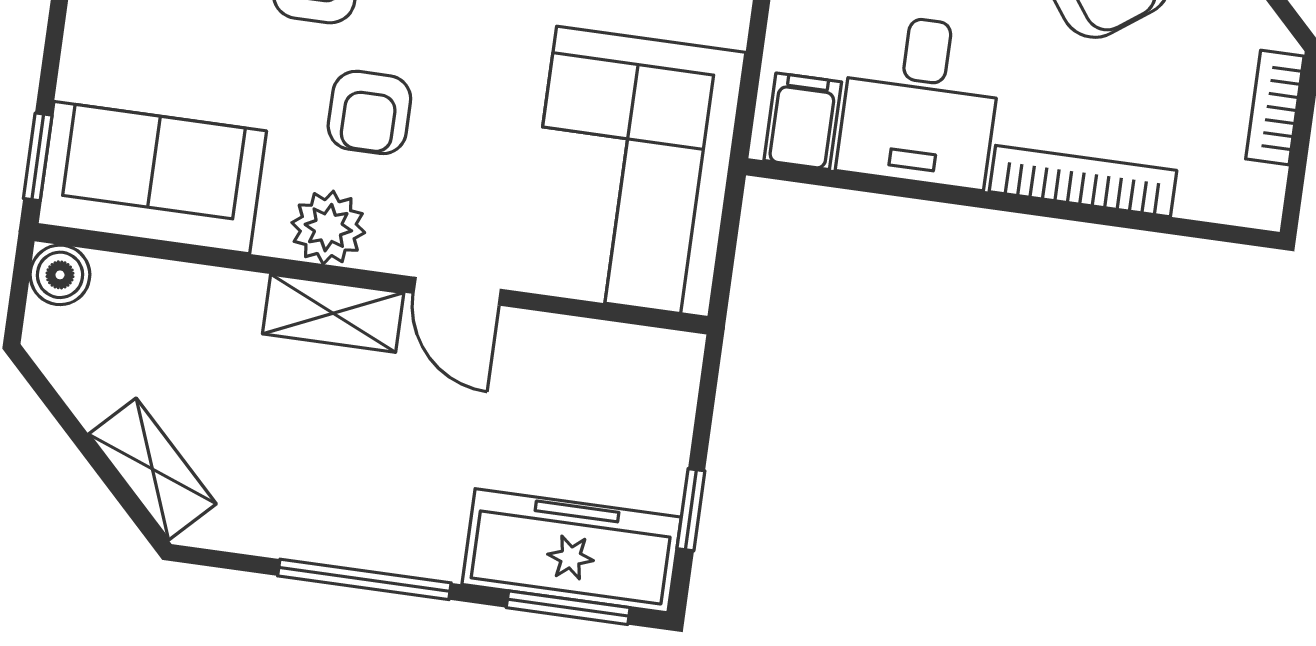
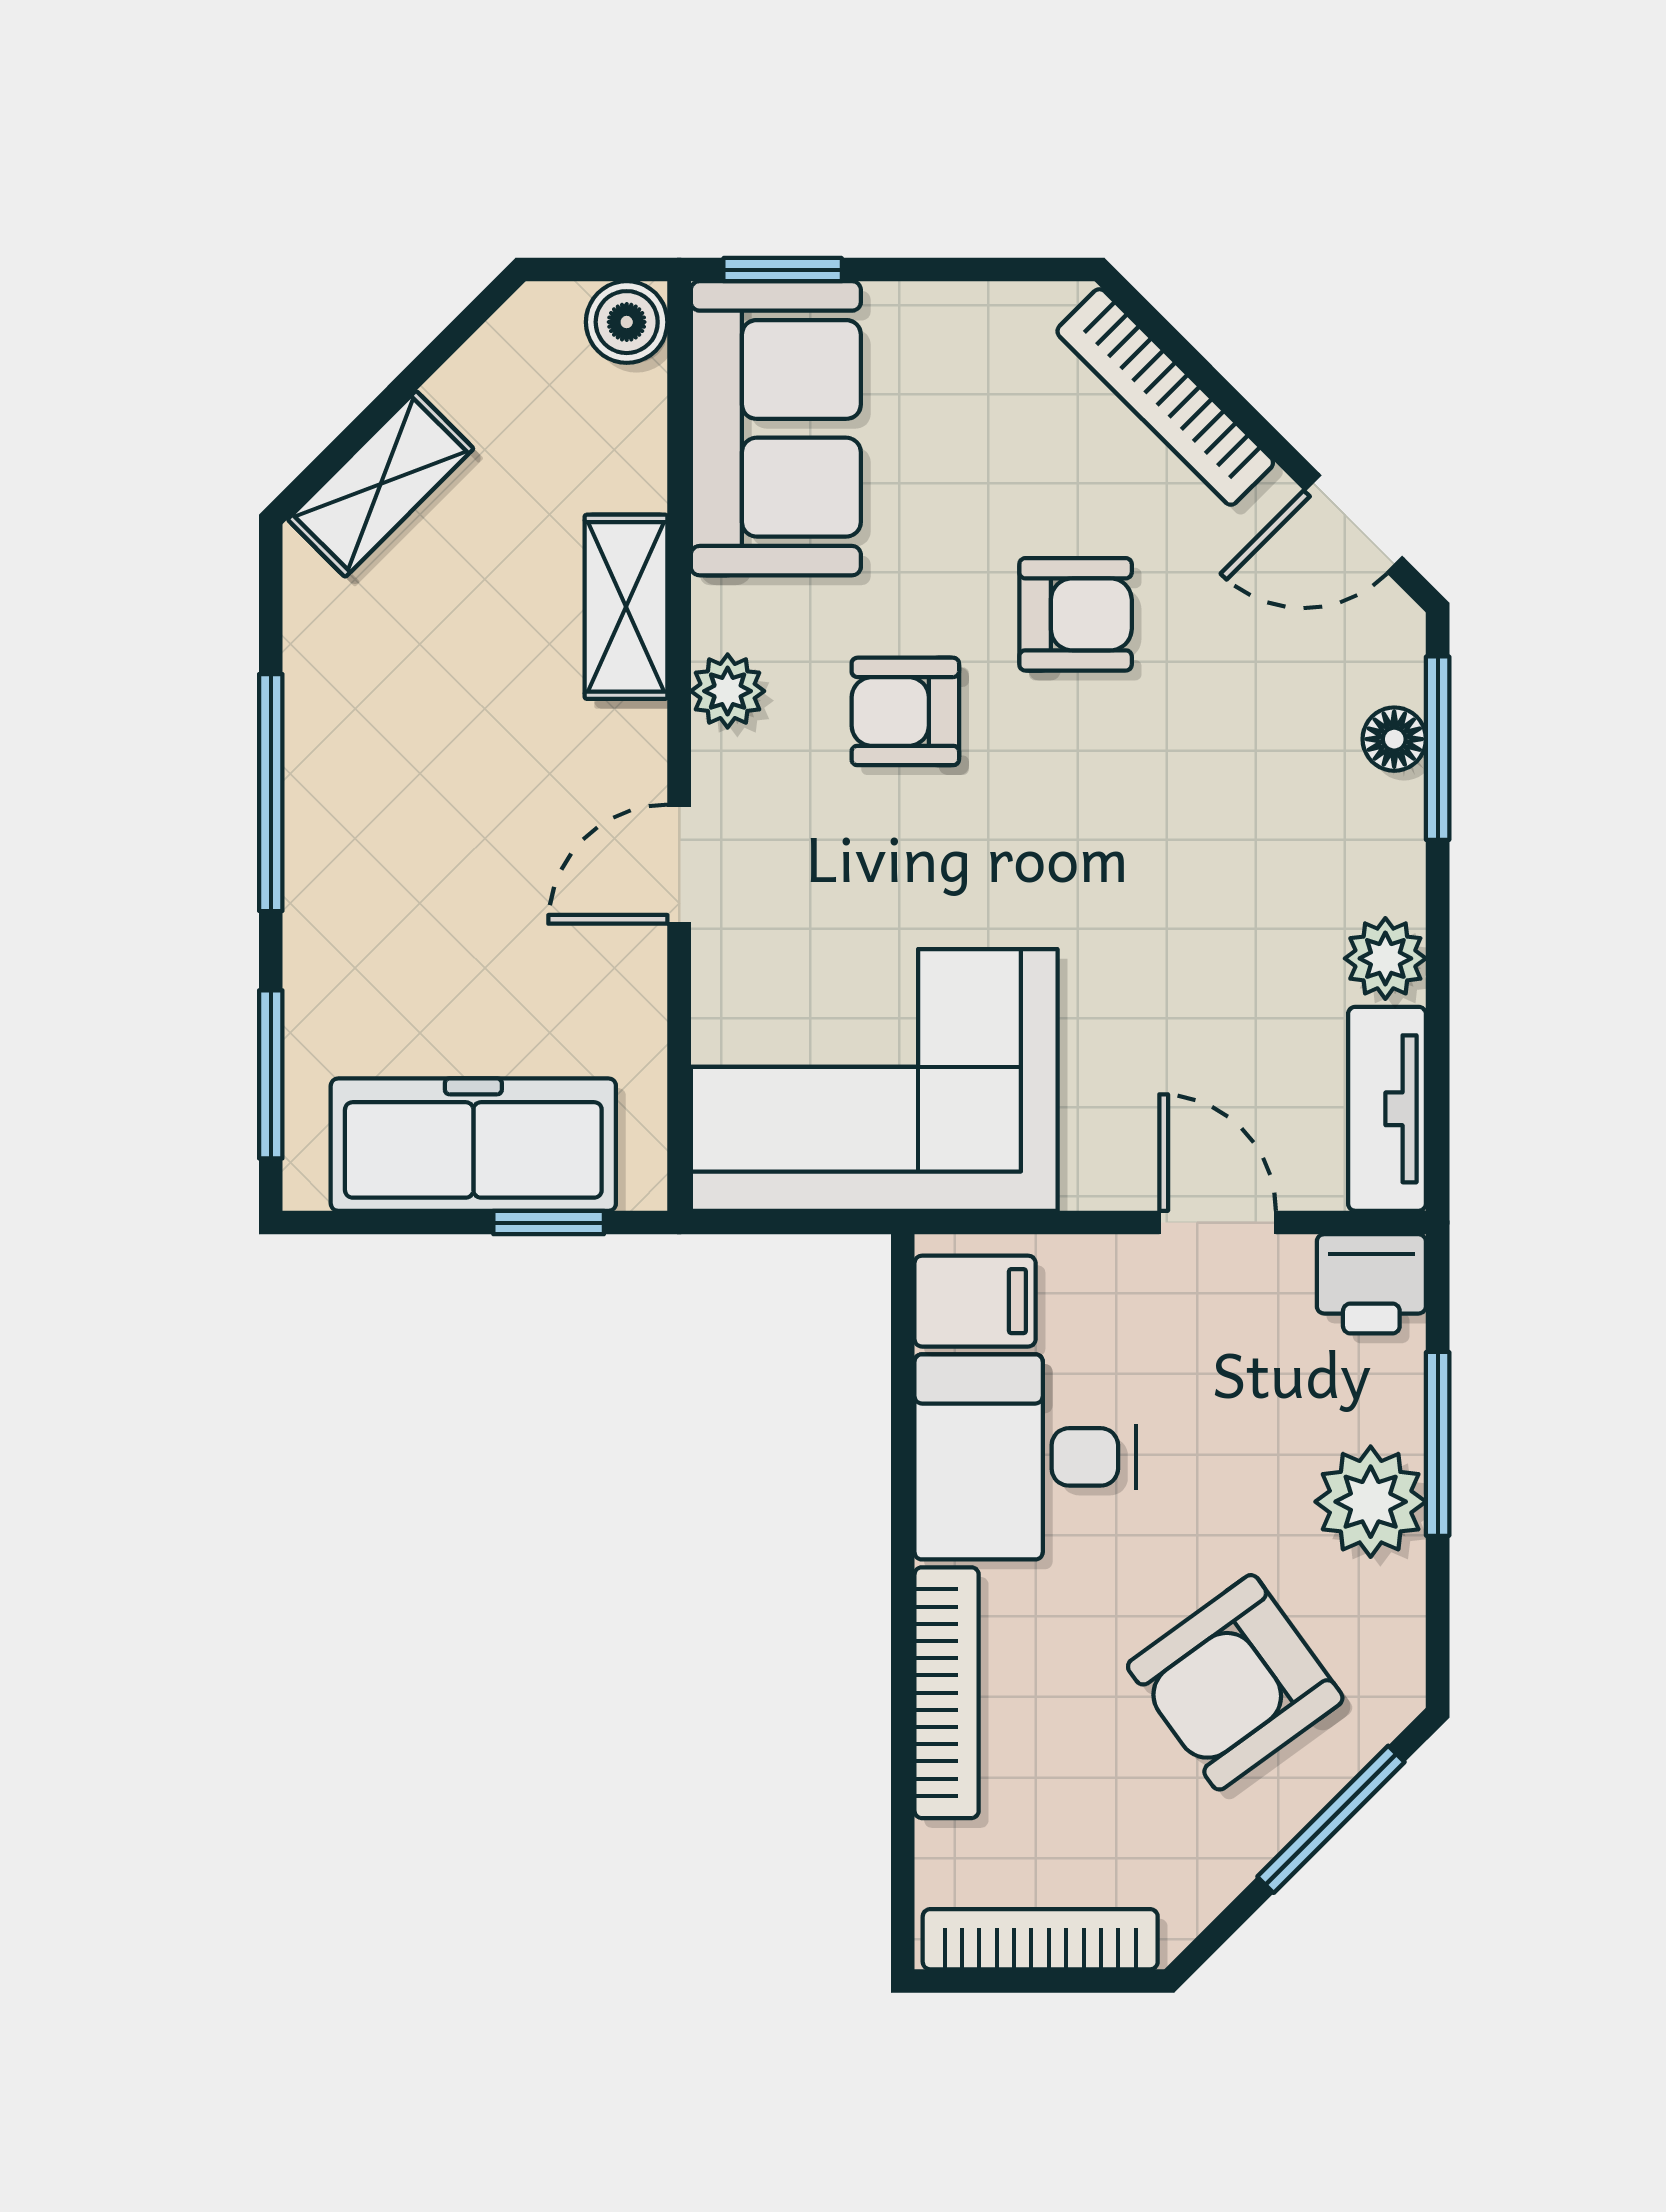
bookcase: (1275, 108) -> (1040, 1939), width x1.56
plant: (328, 228) -> (728, 691), width x0.73, depth x0.73
shelving: (333, 313) -> (626, 607), moved
window: (691, 510) -> (549, 1223), moved
freezer: (572, 551) -> (473, 1145), moved, turned -90

